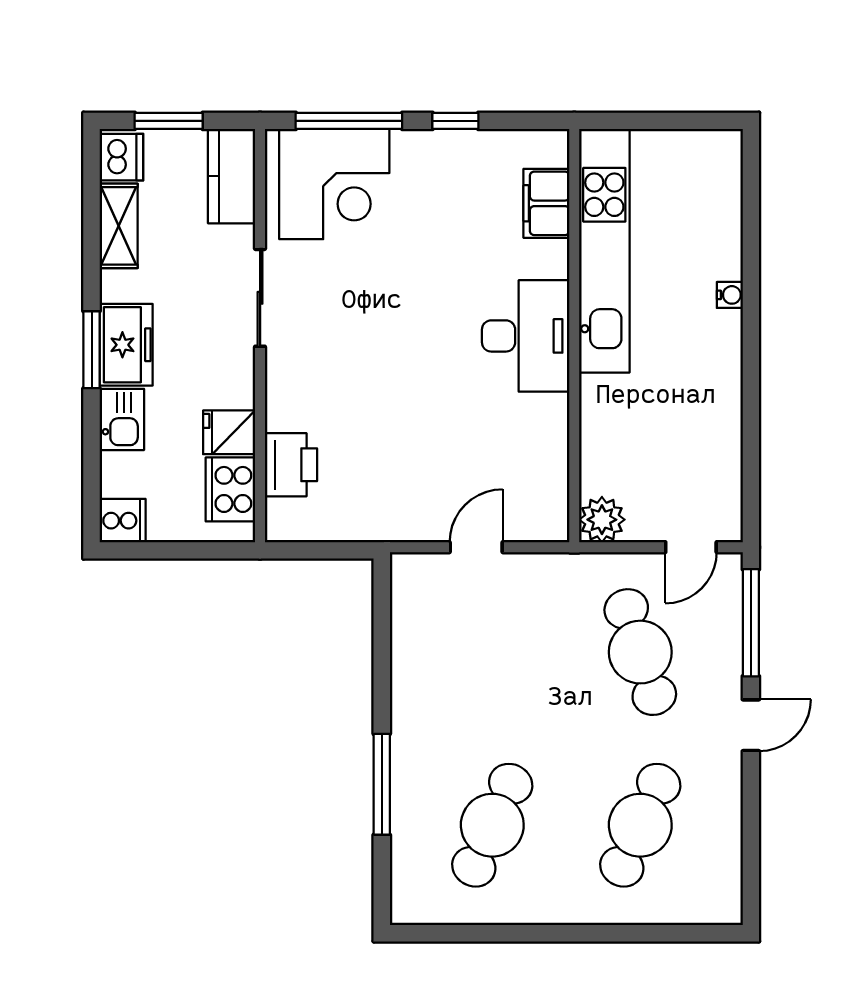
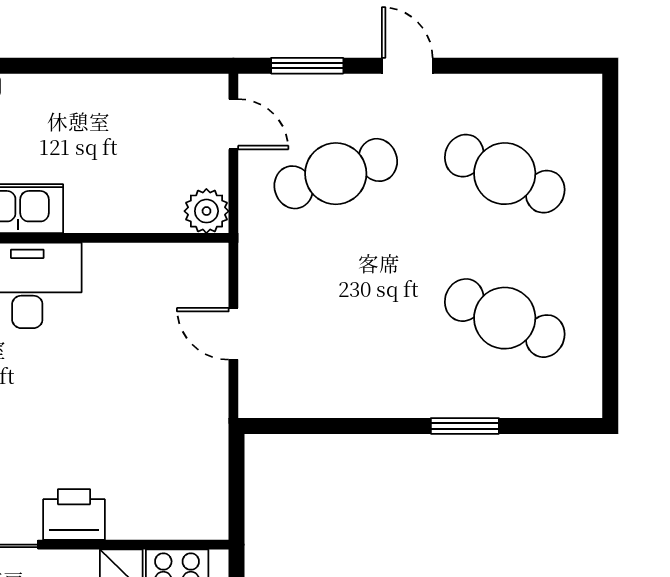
printer: (291, 465) -> (74, 515), moved
window: (751, 623) -> (307, 66), width x0.69
window: (382, 784) -> (465, 426), width x0.69

